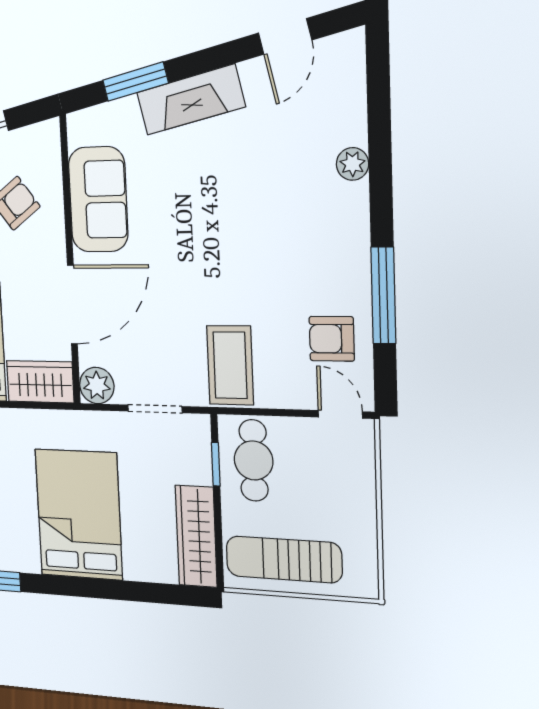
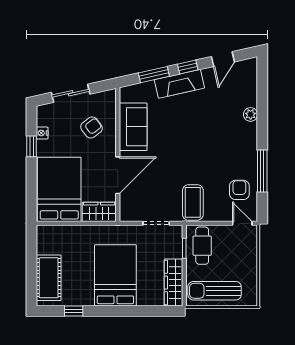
window: (207, 60) -> (188, 67), added
armchair: (332, 339) -> (239, 190), turned 90
plant: (97, 386) -> (128, 213), removed

